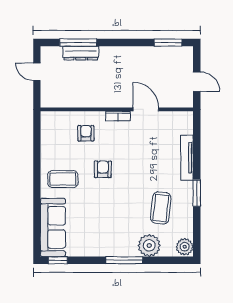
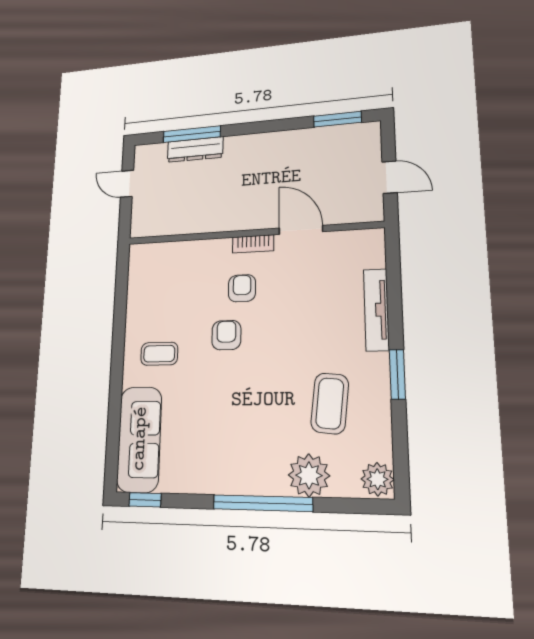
armchair: (86, 133) -> (242, 288), moved
coffee table: (63, 179) -> (159, 354), width x0.73, depth x0.77
window: (124, 260) -> (263, 503), width x1.46

